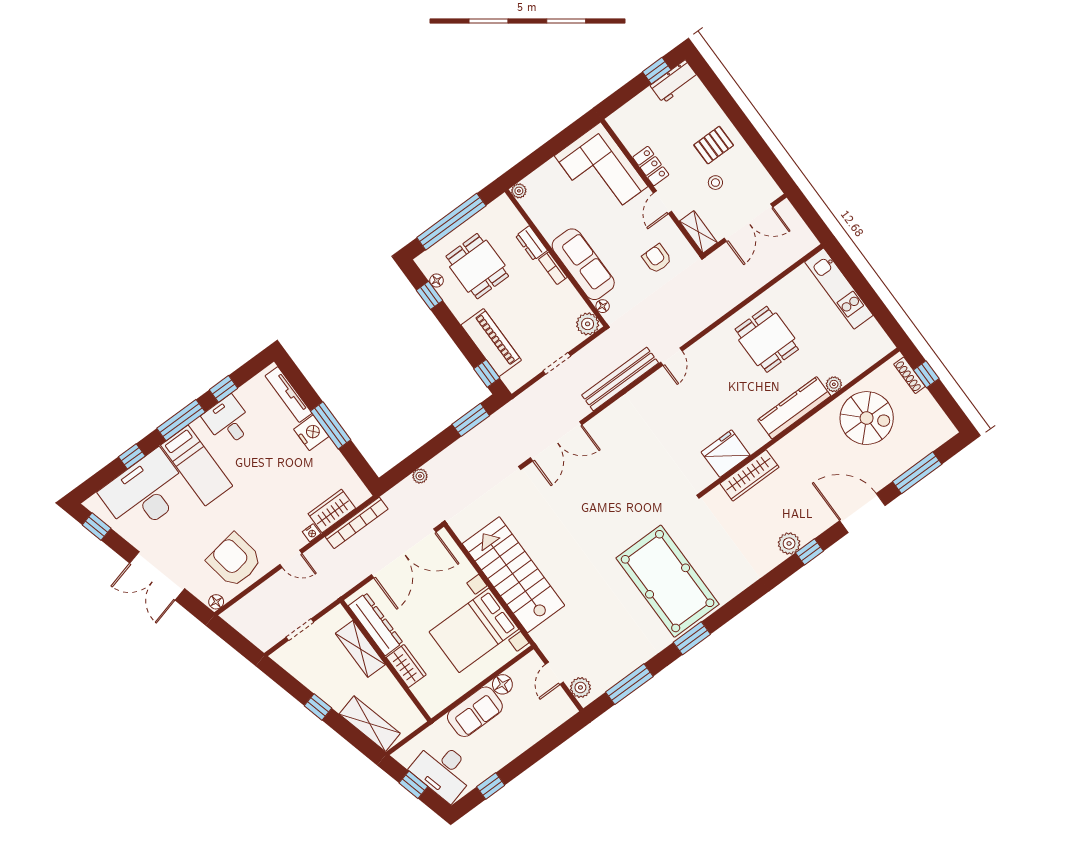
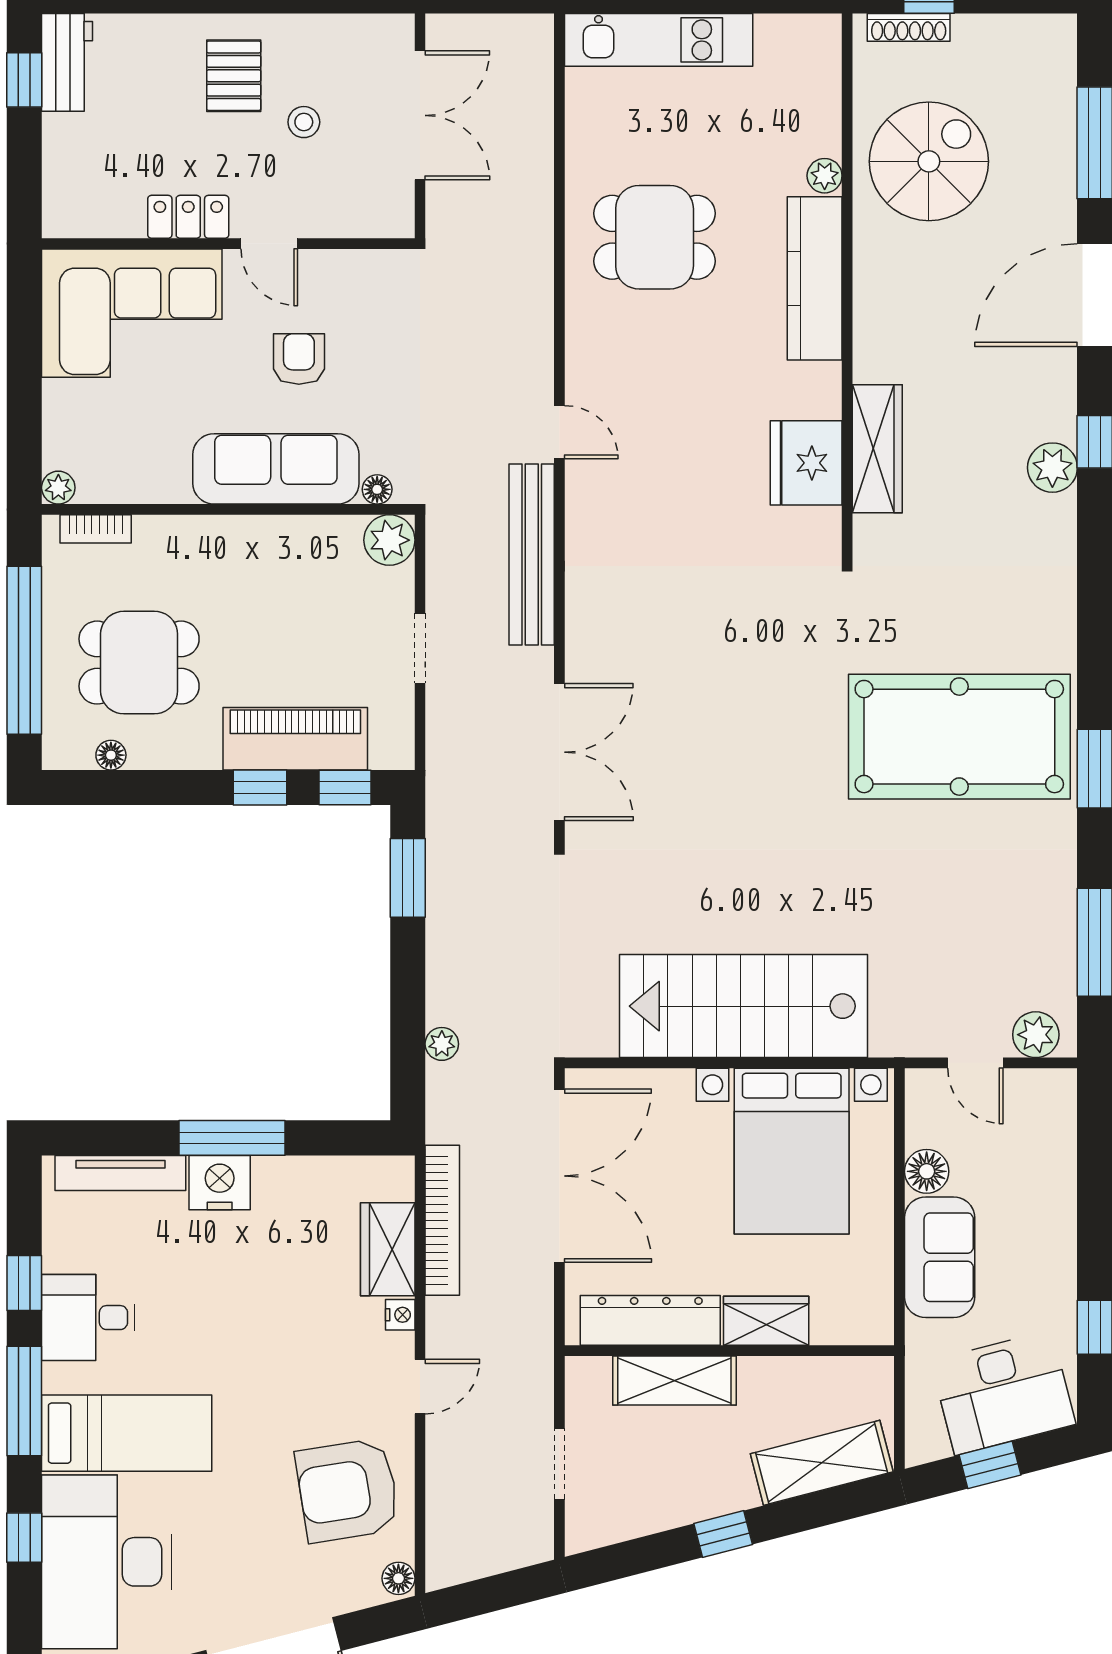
shelving: (698, 232) -> (370, 218), removed
dresser: (532, 243) -> (169, 534), removed
armchair: (657, 259) -> (299, 359), moved, turned 90
bookcase: (553, 268) -> (96, 529), moved
window: (430, 295) -> (260, 787), moved

